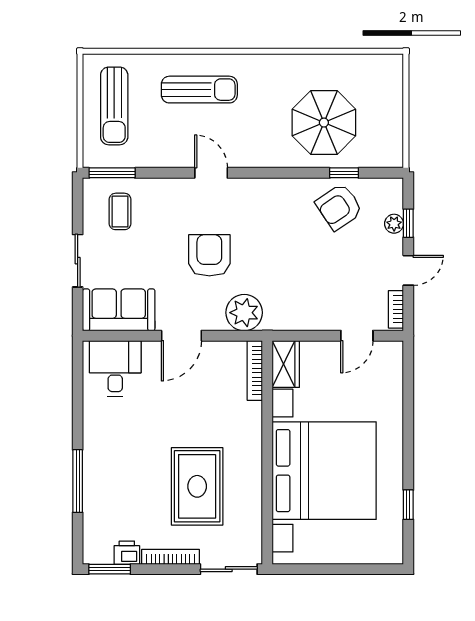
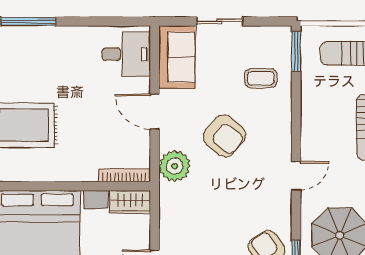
door: (211, 173) -> (296, 176), moved
coffee table: (120, 211) -> (261, 78), moved
armchair: (209, 255) -> (224, 136), turned 41

